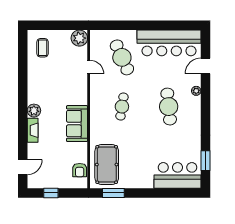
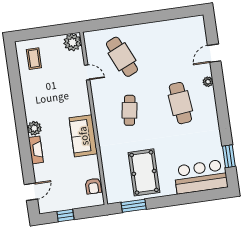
bar counter: (169, 43) -> (171, 34), removed
pool table: (107, 165) -> (144, 172), moved

